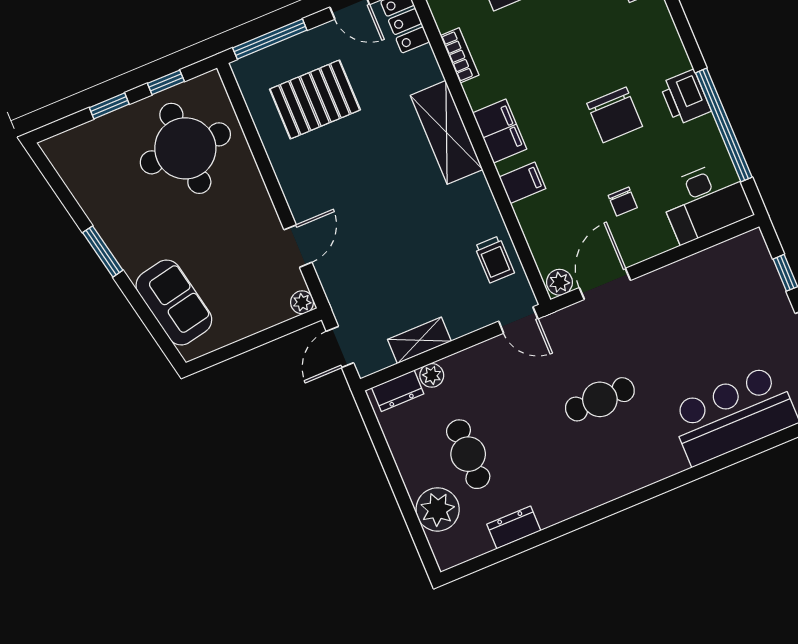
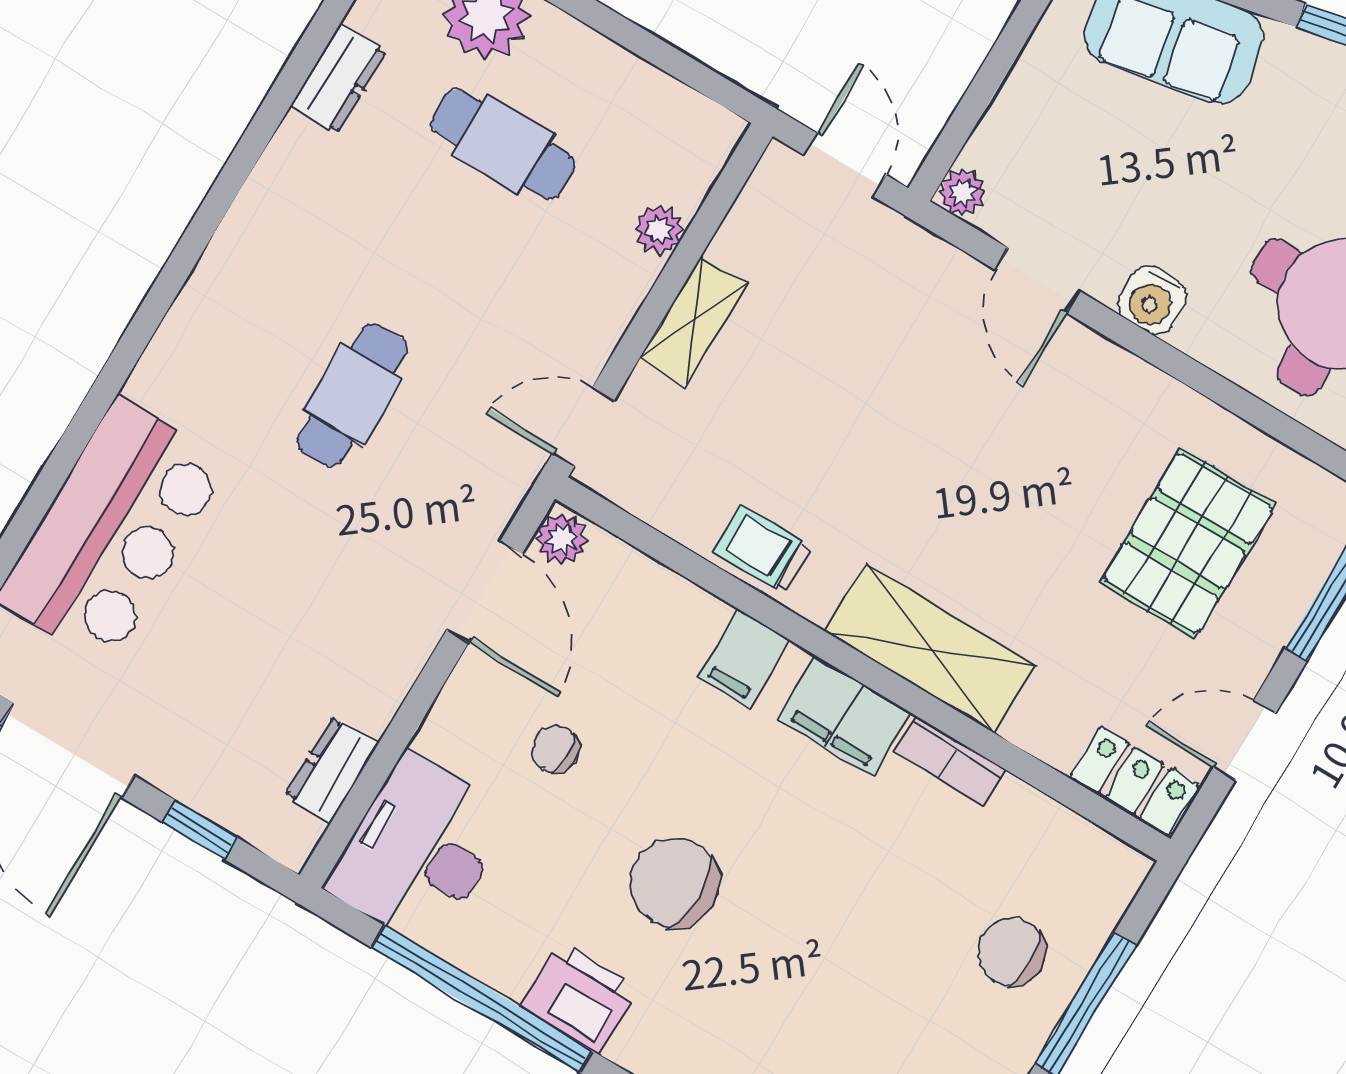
bookcase: (460, 55) -> (950, 761), moved
water cooler: (259, 205) -> (1153, 300), added
trolley: (494, 259) -> (763, 549), moved
shelving: (419, 340) -> (693, 321), moved
dresser: (398, 391) -> (332, 770), moved

